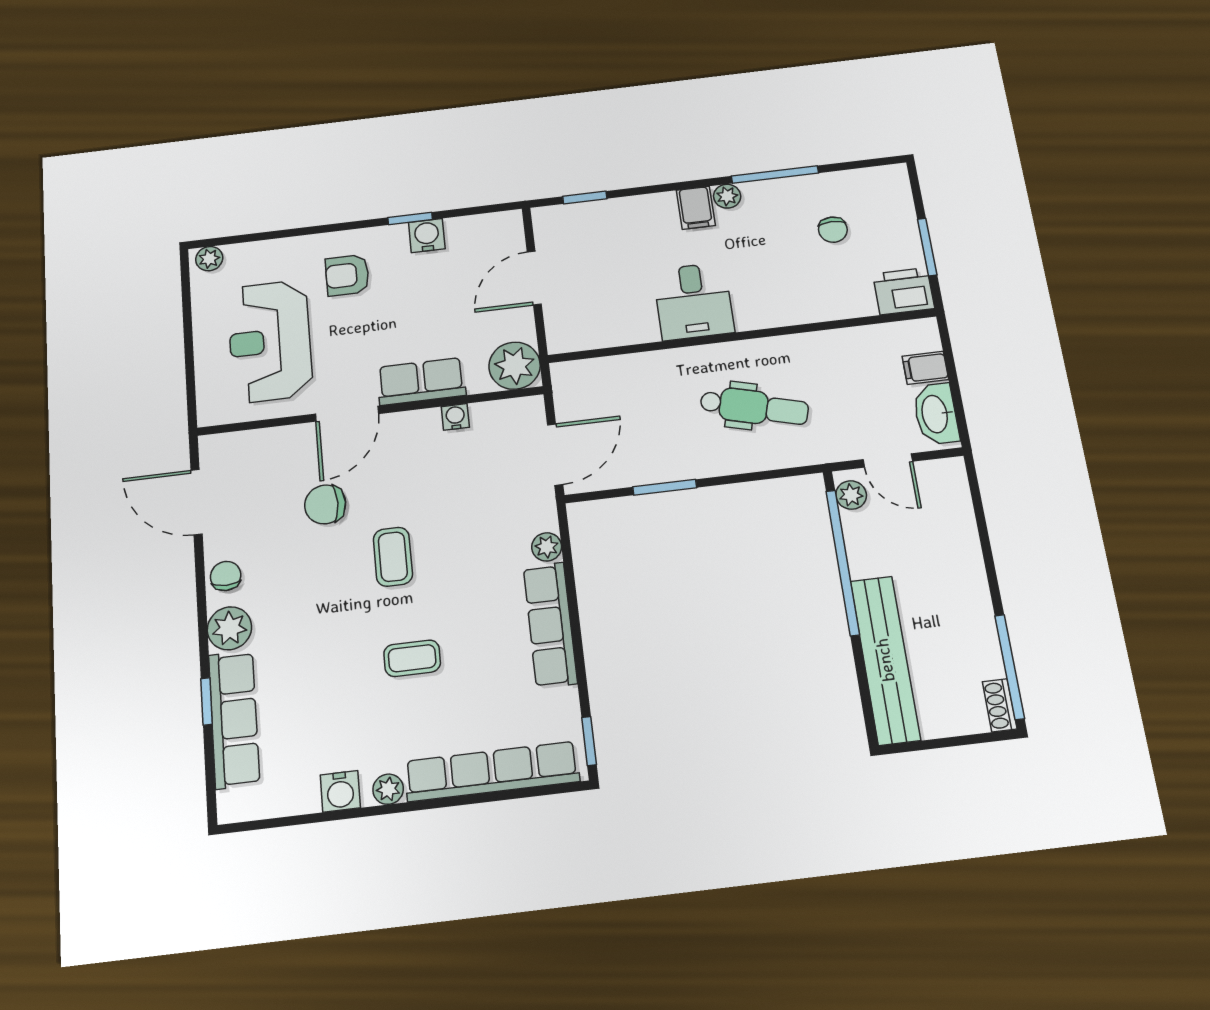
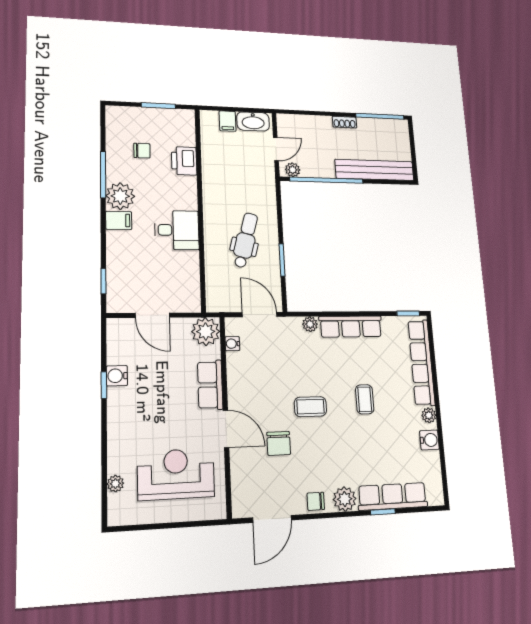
plant: (727, 196) -> (120, 196), width x1.88, depth x1.88
plant: (209, 259) -> (115, 484), moved
armchair: (347, 275) -> (137, 425), removed
printer: (904, 291) -> (184, 161), moved
reception desk: (270, 341) -> (176, 474), turned 180
dental chair: (754, 407) -> (246, 240), moved
water cooler: (455, 417) -> (232, 344), moved
shoe rack: (1000, 705) -> (344, 122), moved

